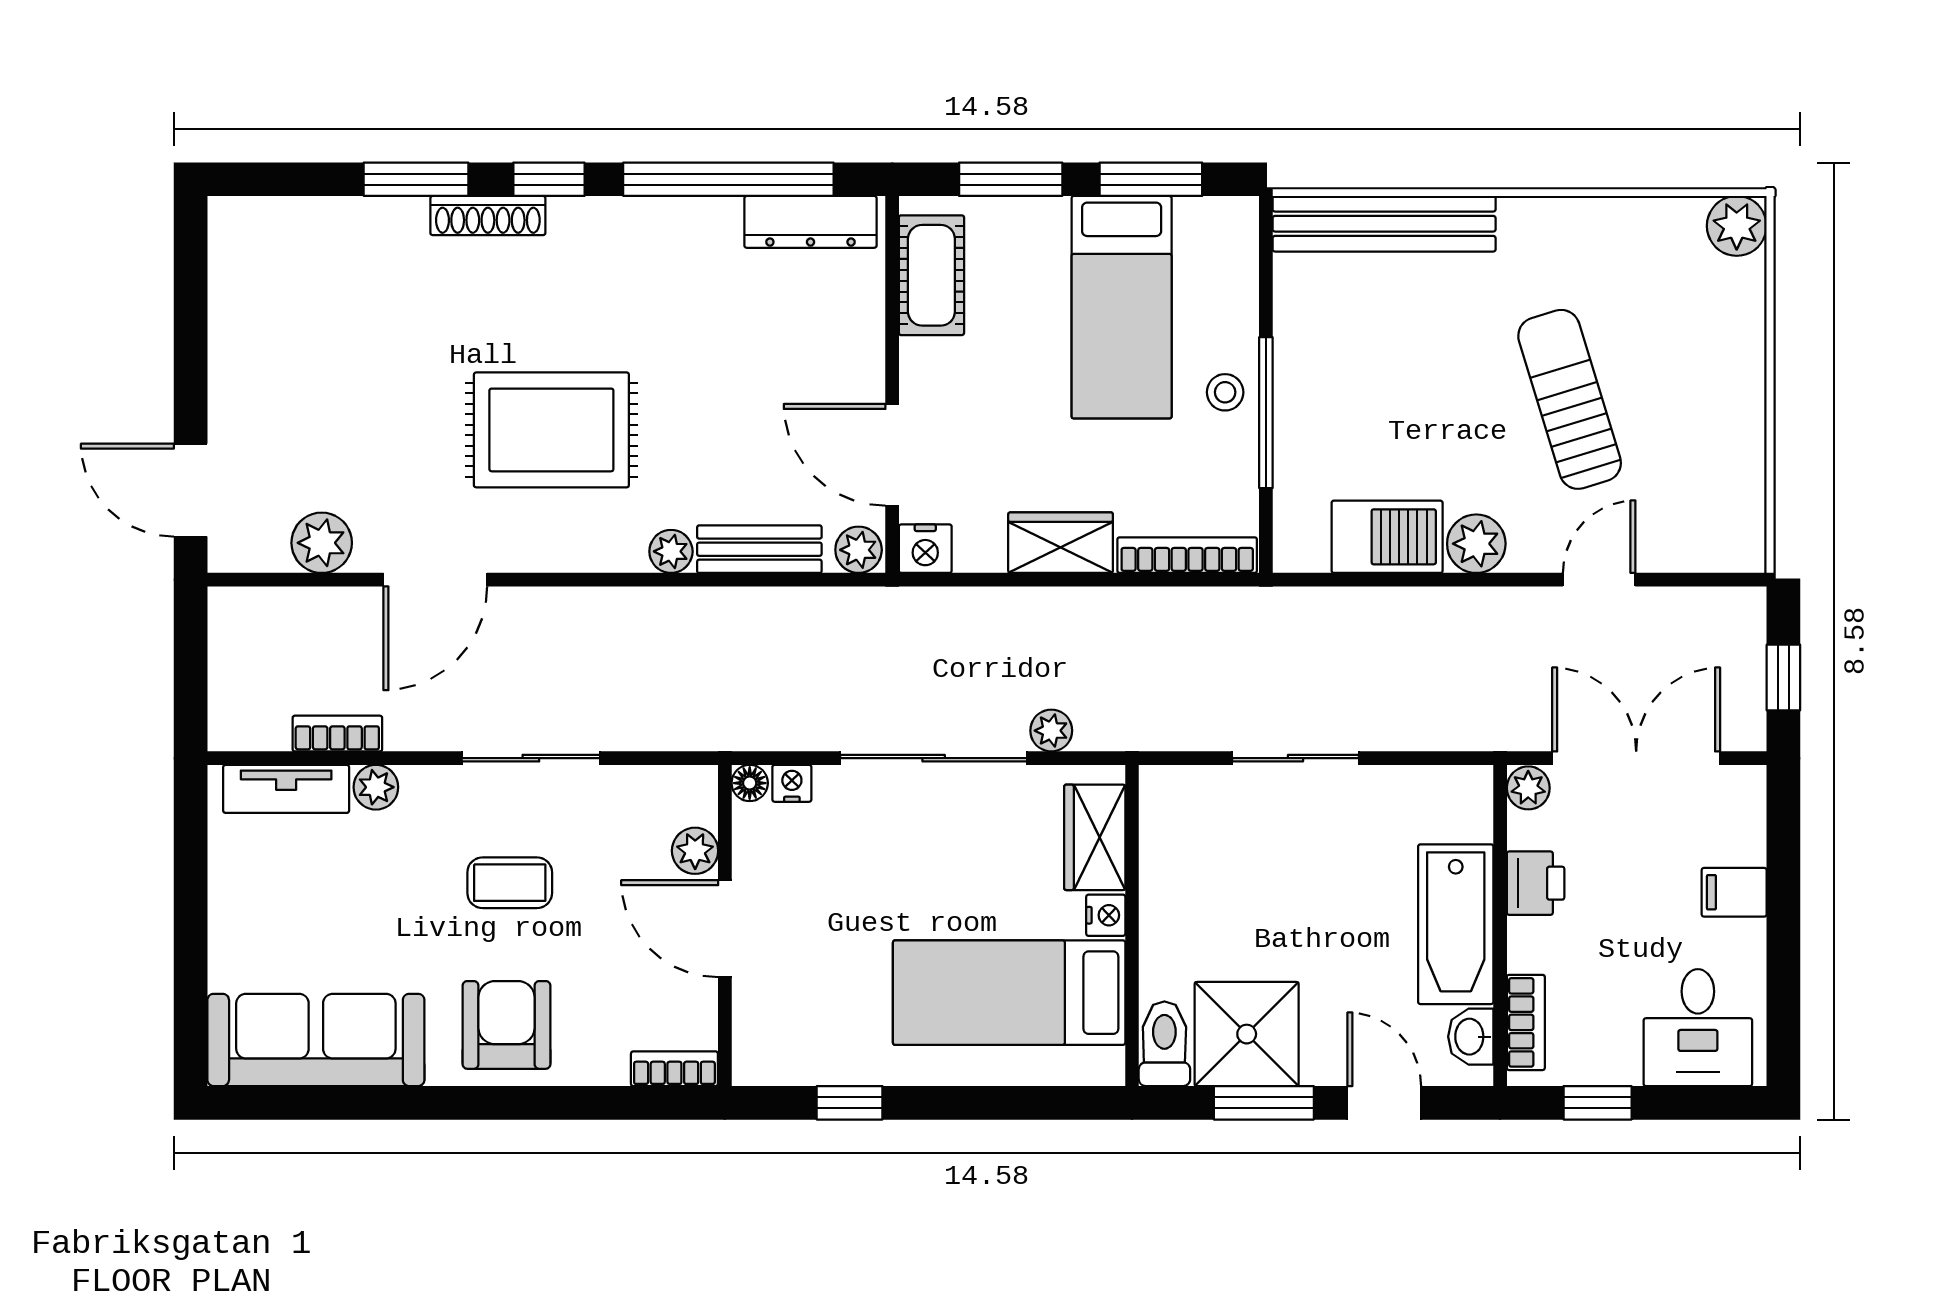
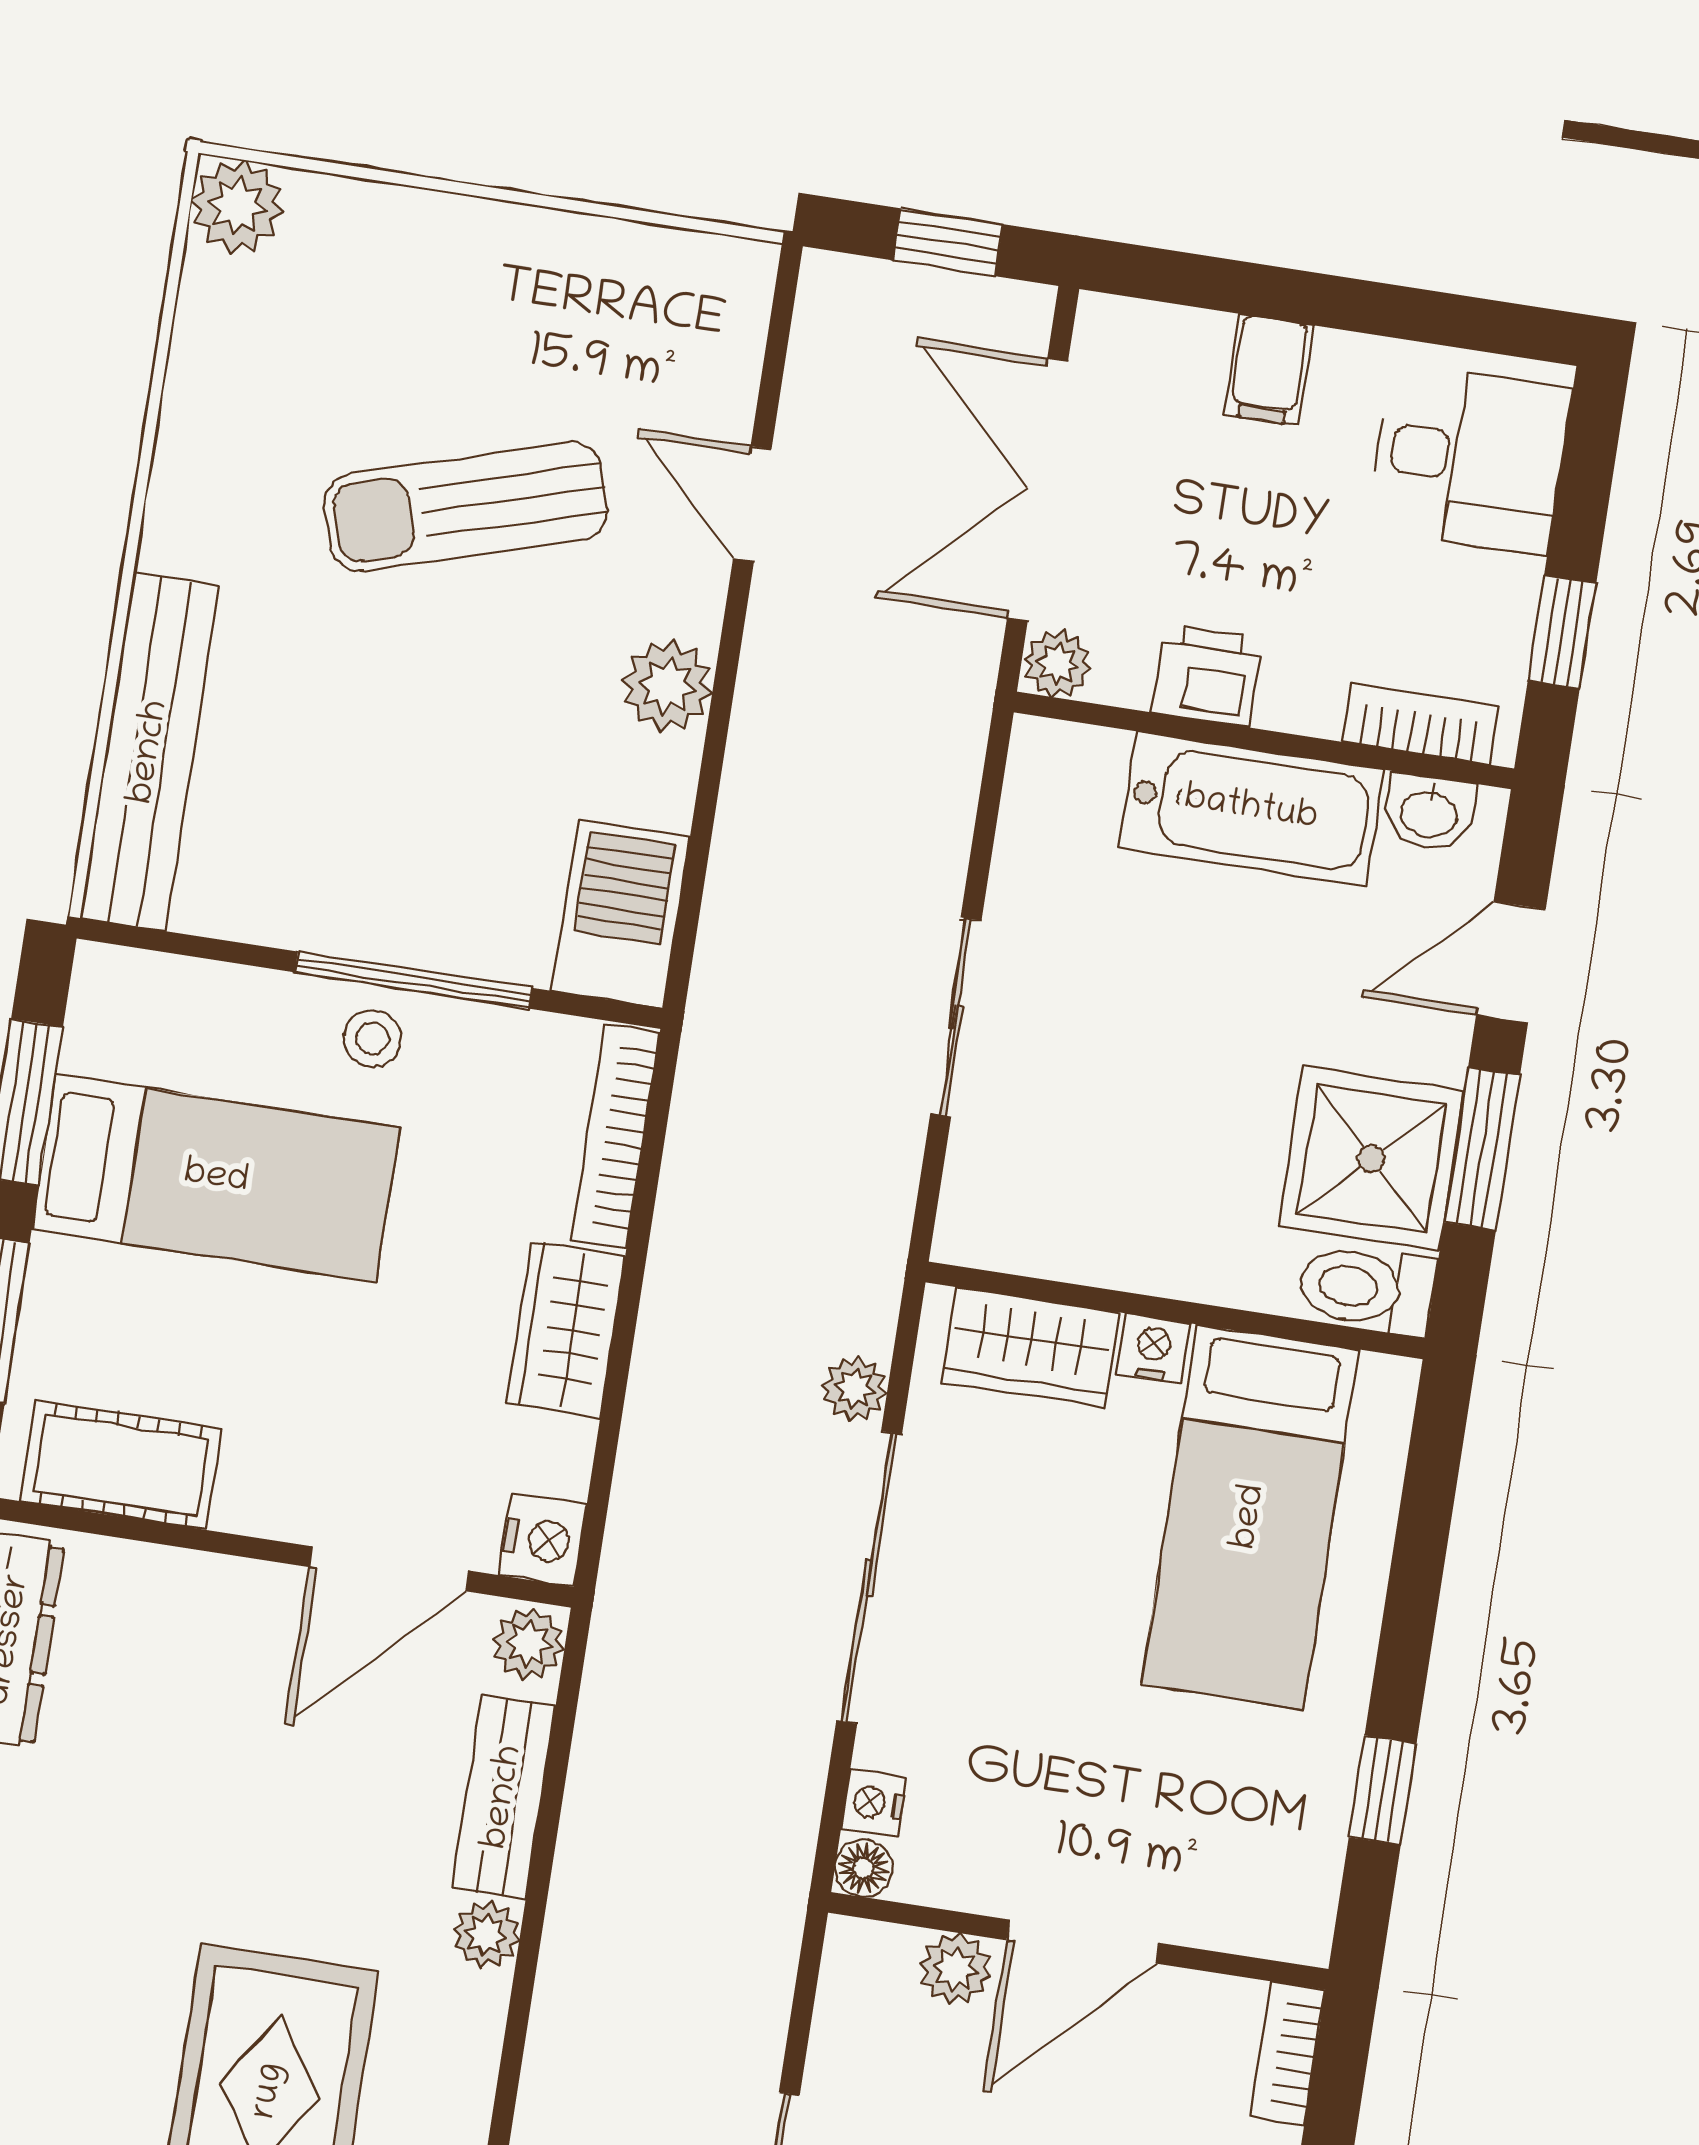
barbecue: (1387, 537) -> (621, 914), moved

